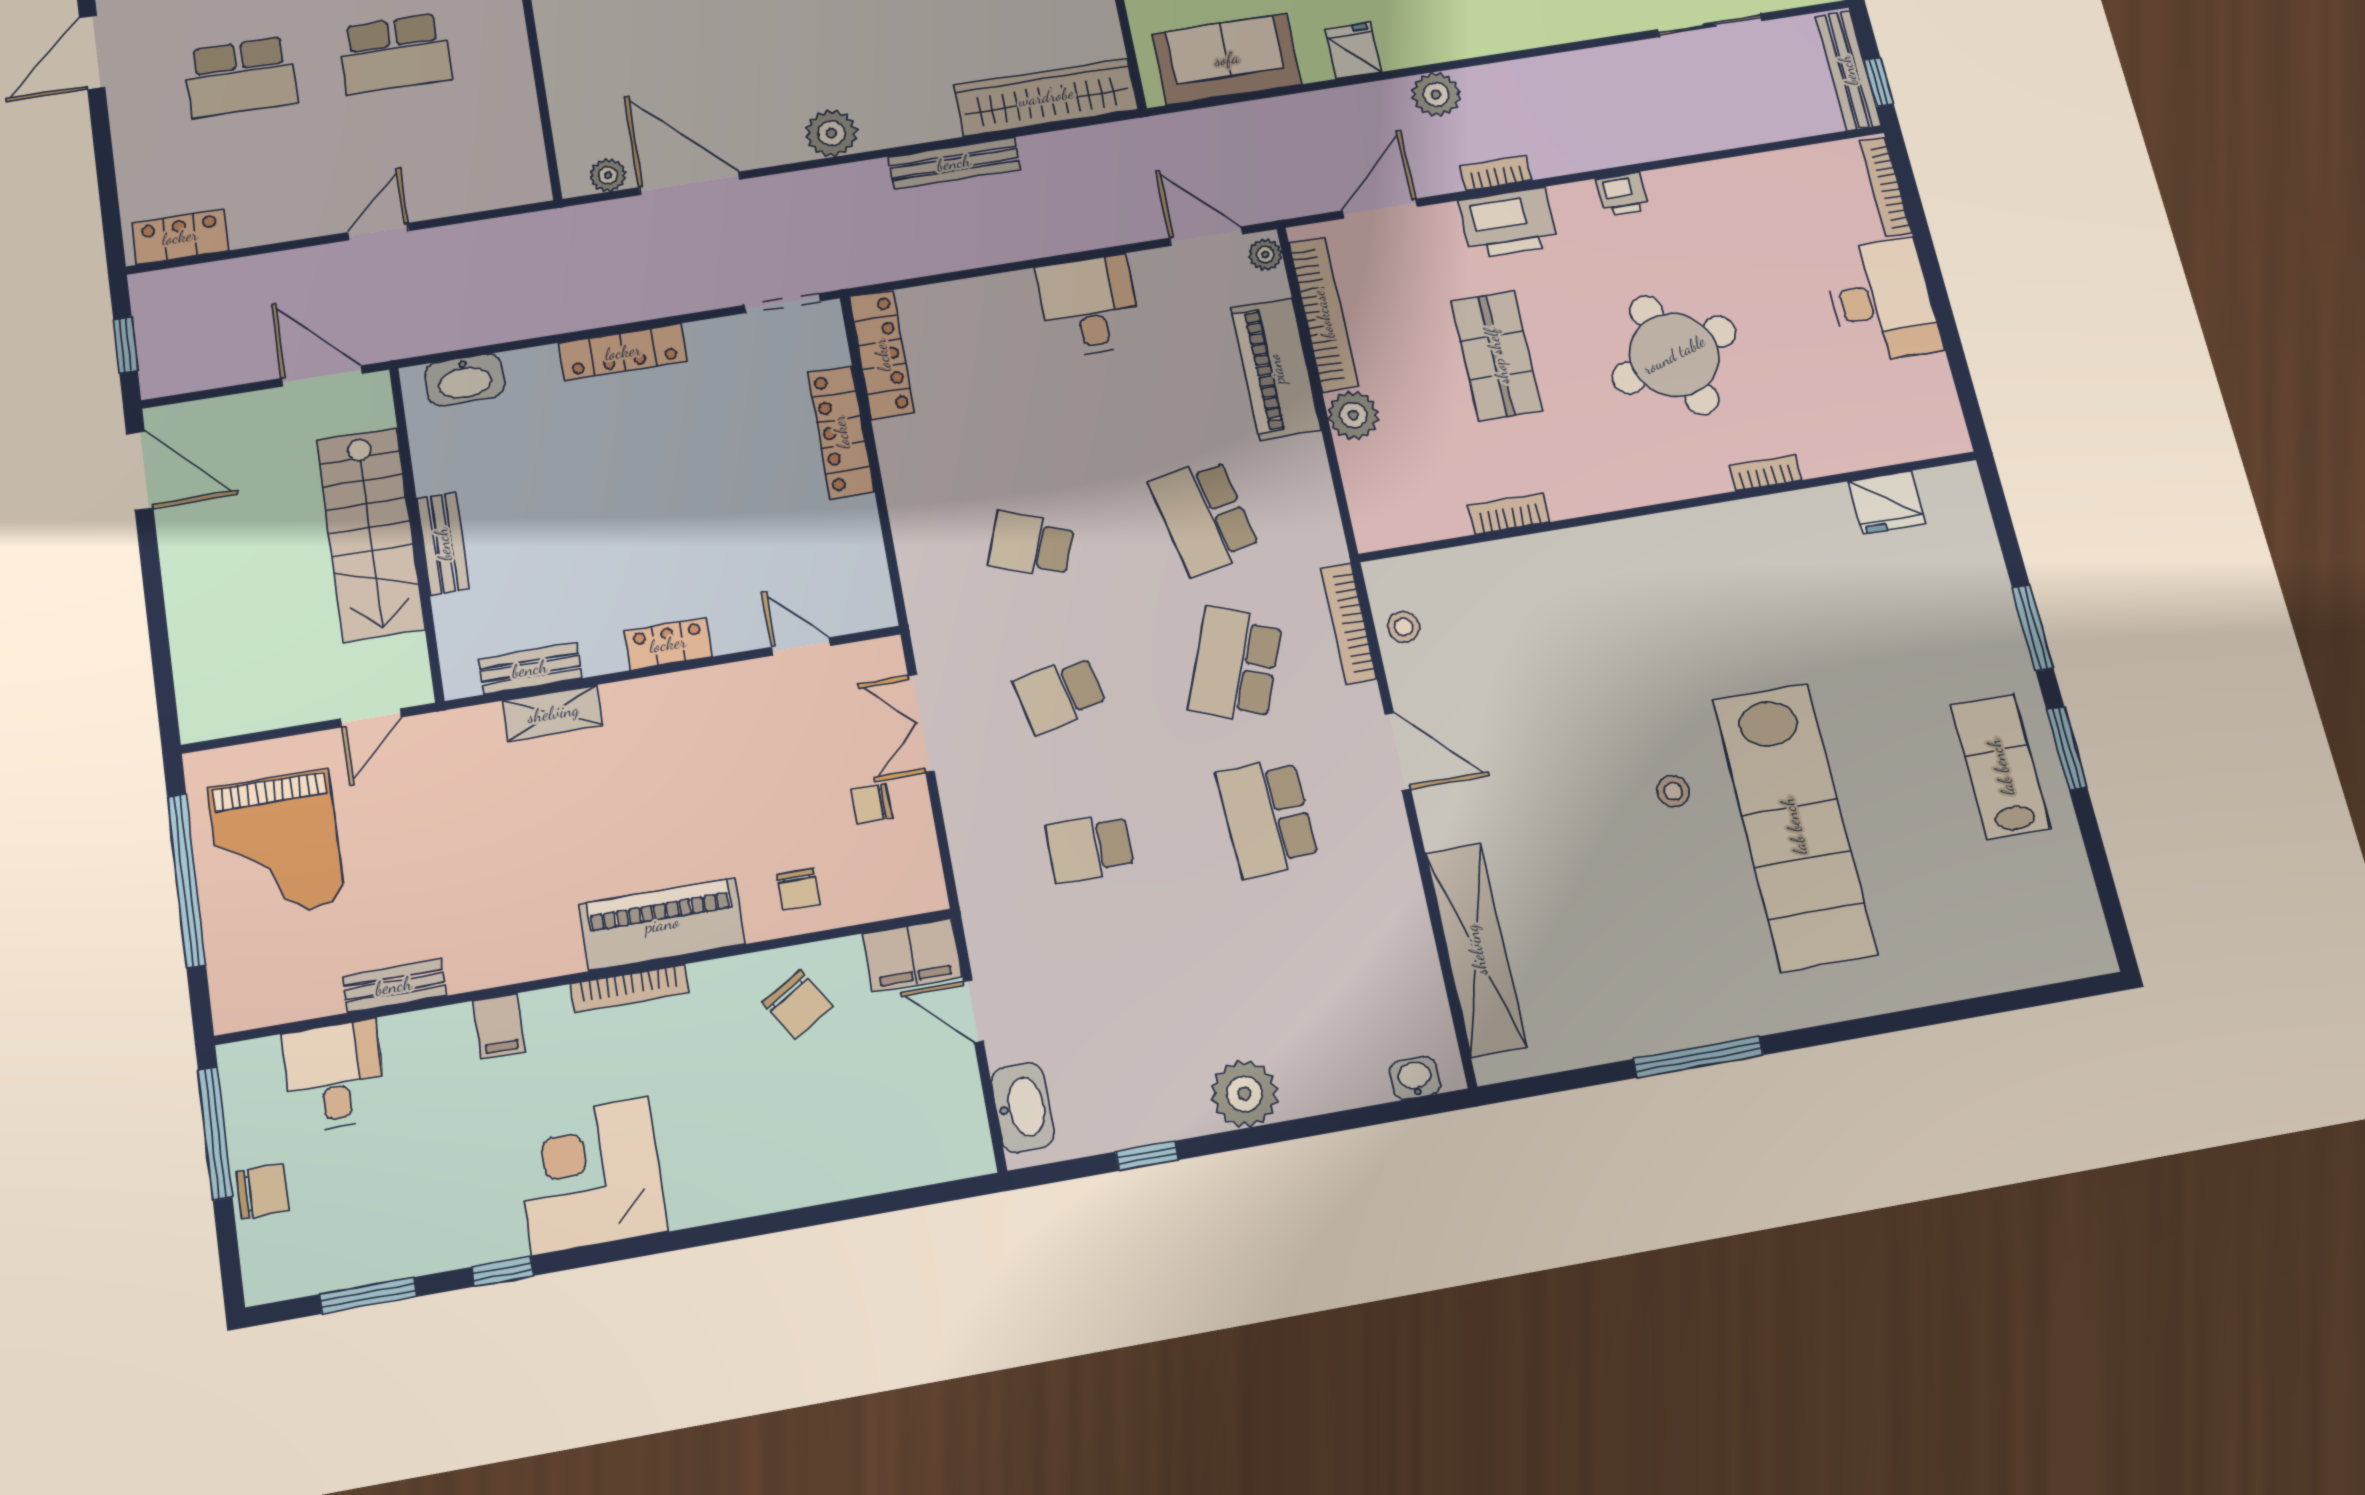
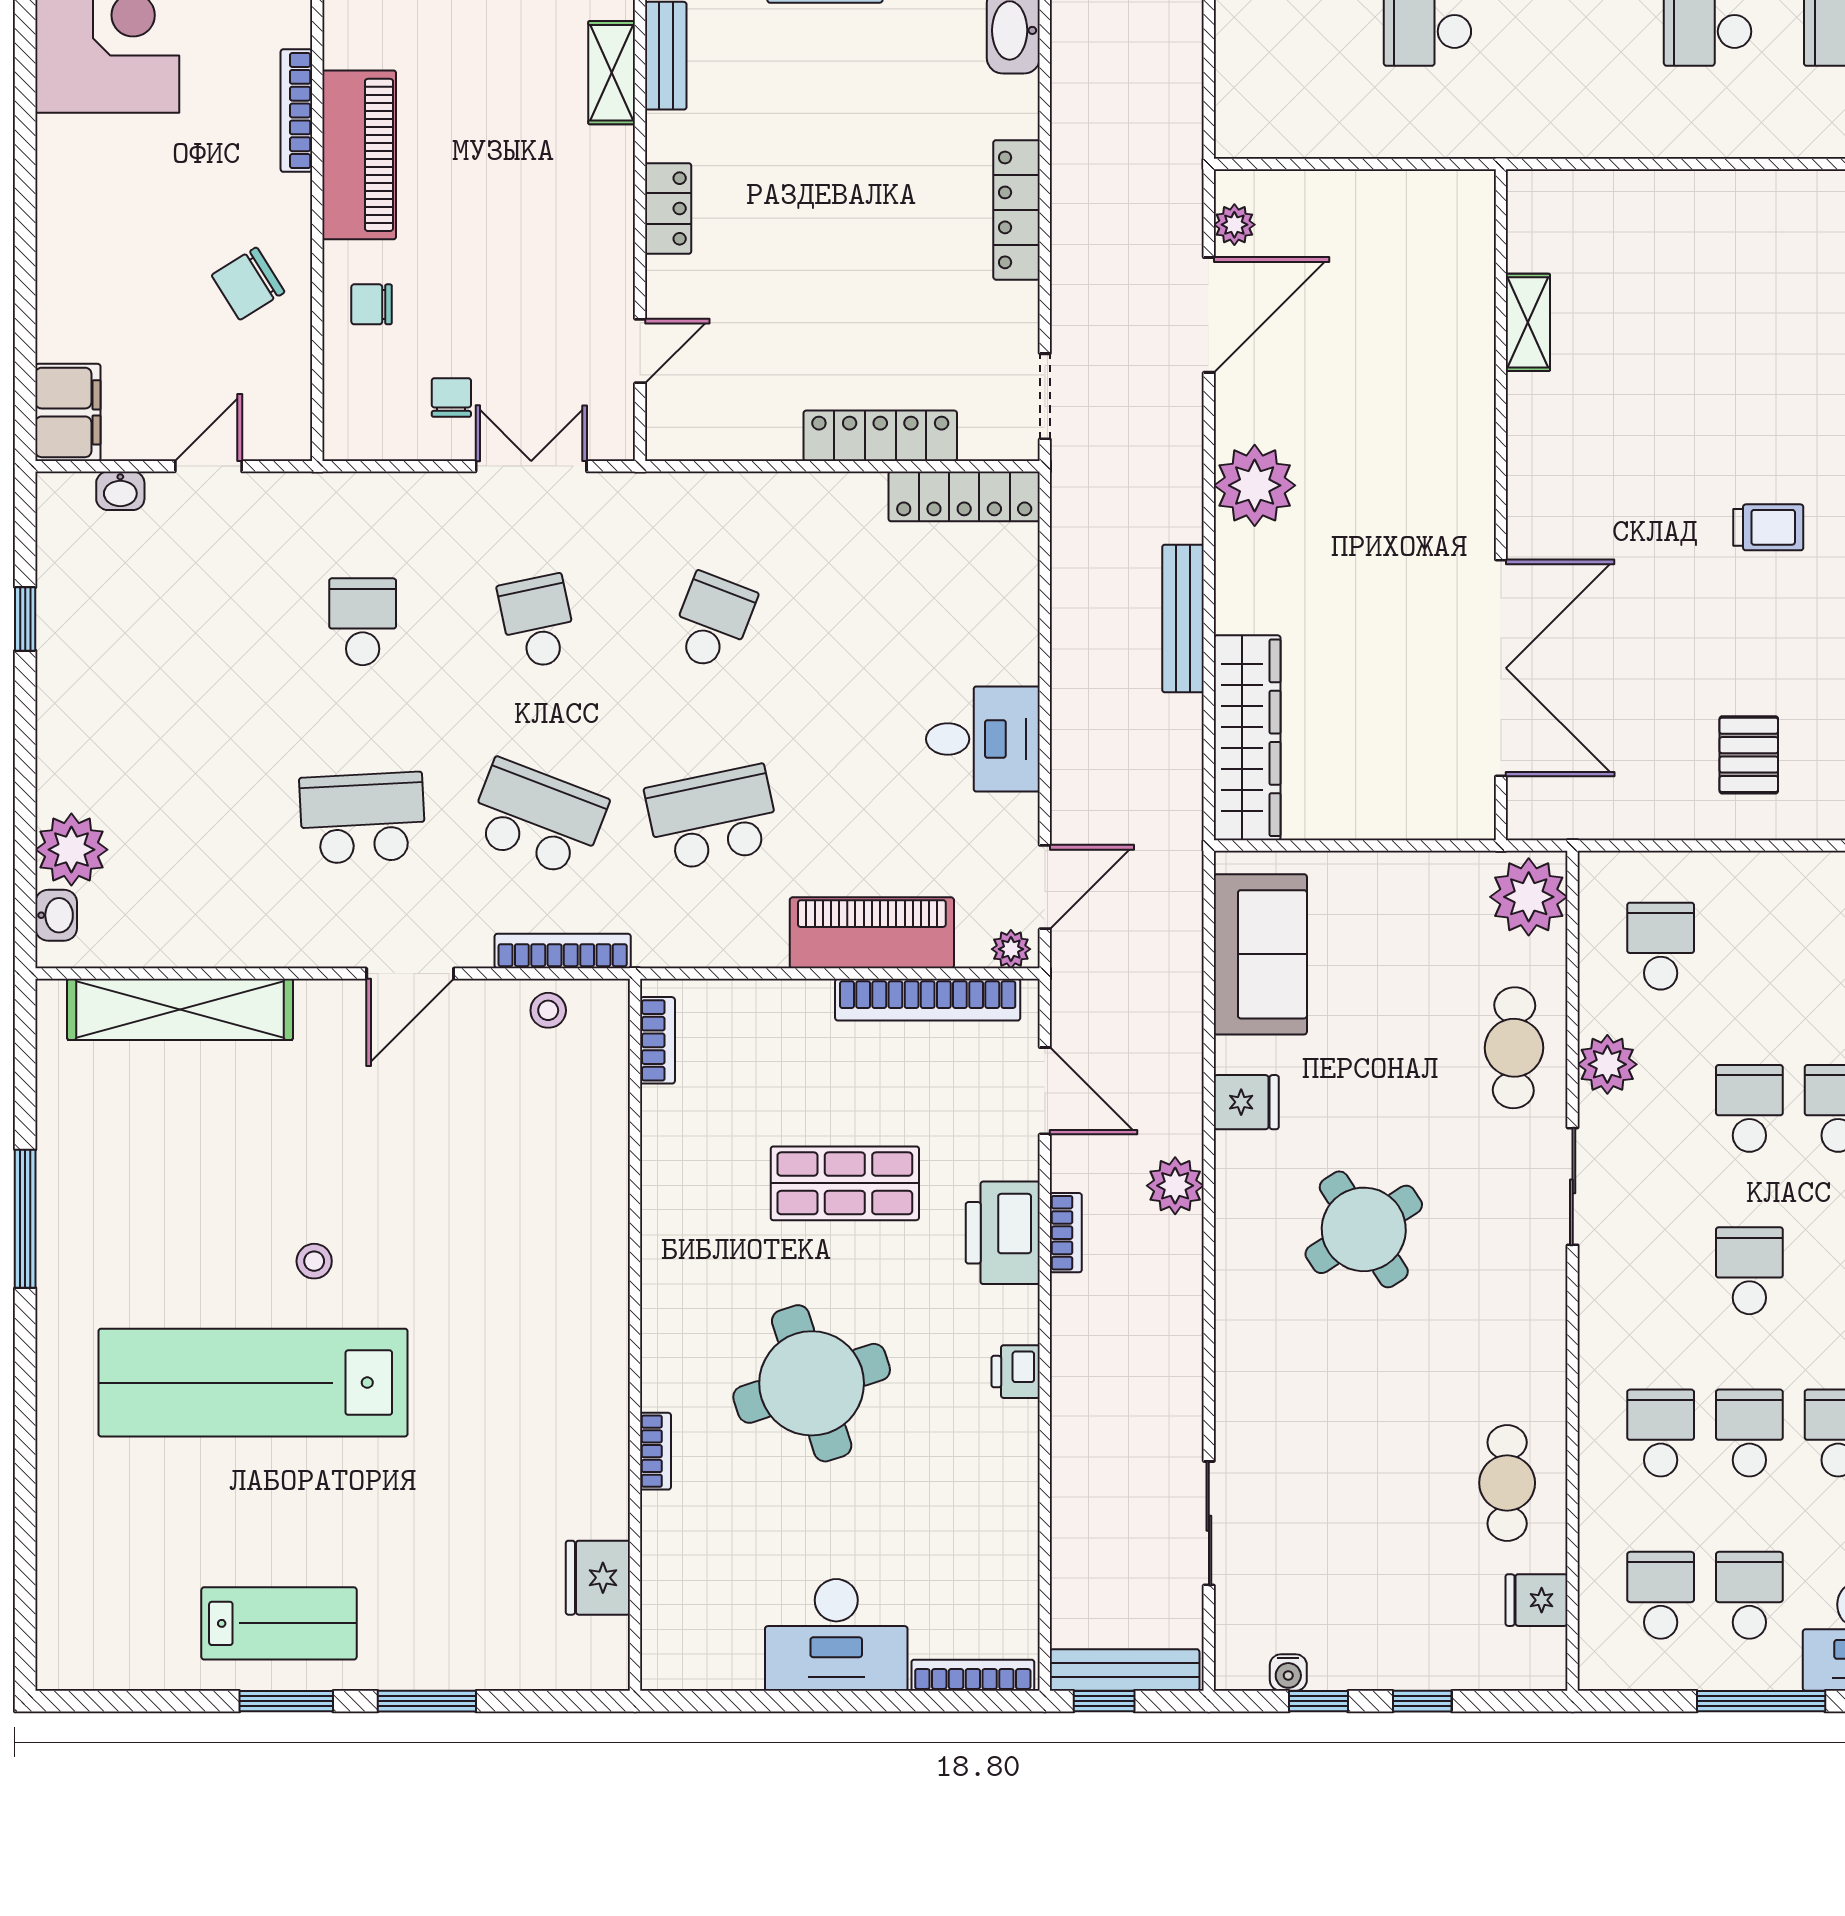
plant: (831, 133) -> (1255, 485), width x1.36, depth x1.36
plant: (1353, 415) -> (802, 1008), removed
bookcase: (1509, 514) -> (657, 1040), moved
filing cabinet: (912, 955) -> (68, 412), moved, turned 180
plant: (1245, 1094) -> (71, 850), moved
washbasin: (1023, 1107) -> (120, 491), width x0.52, depth x0.69

